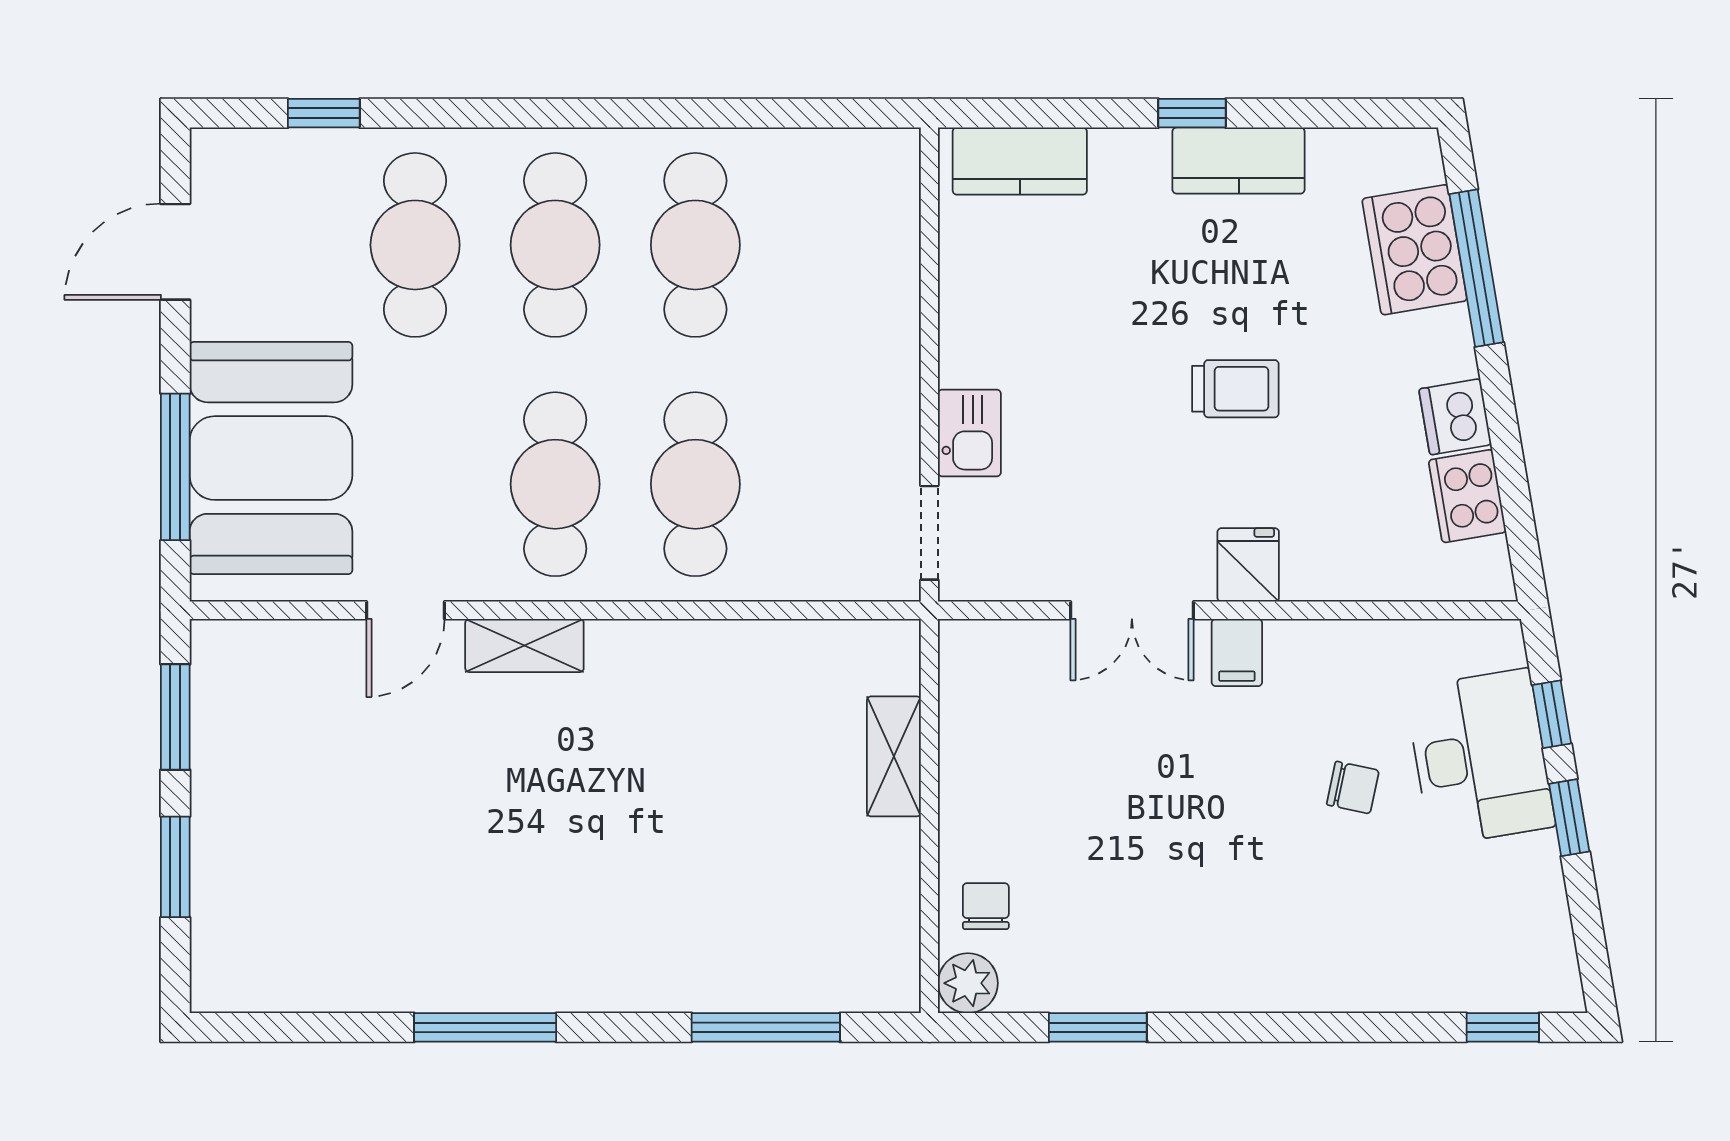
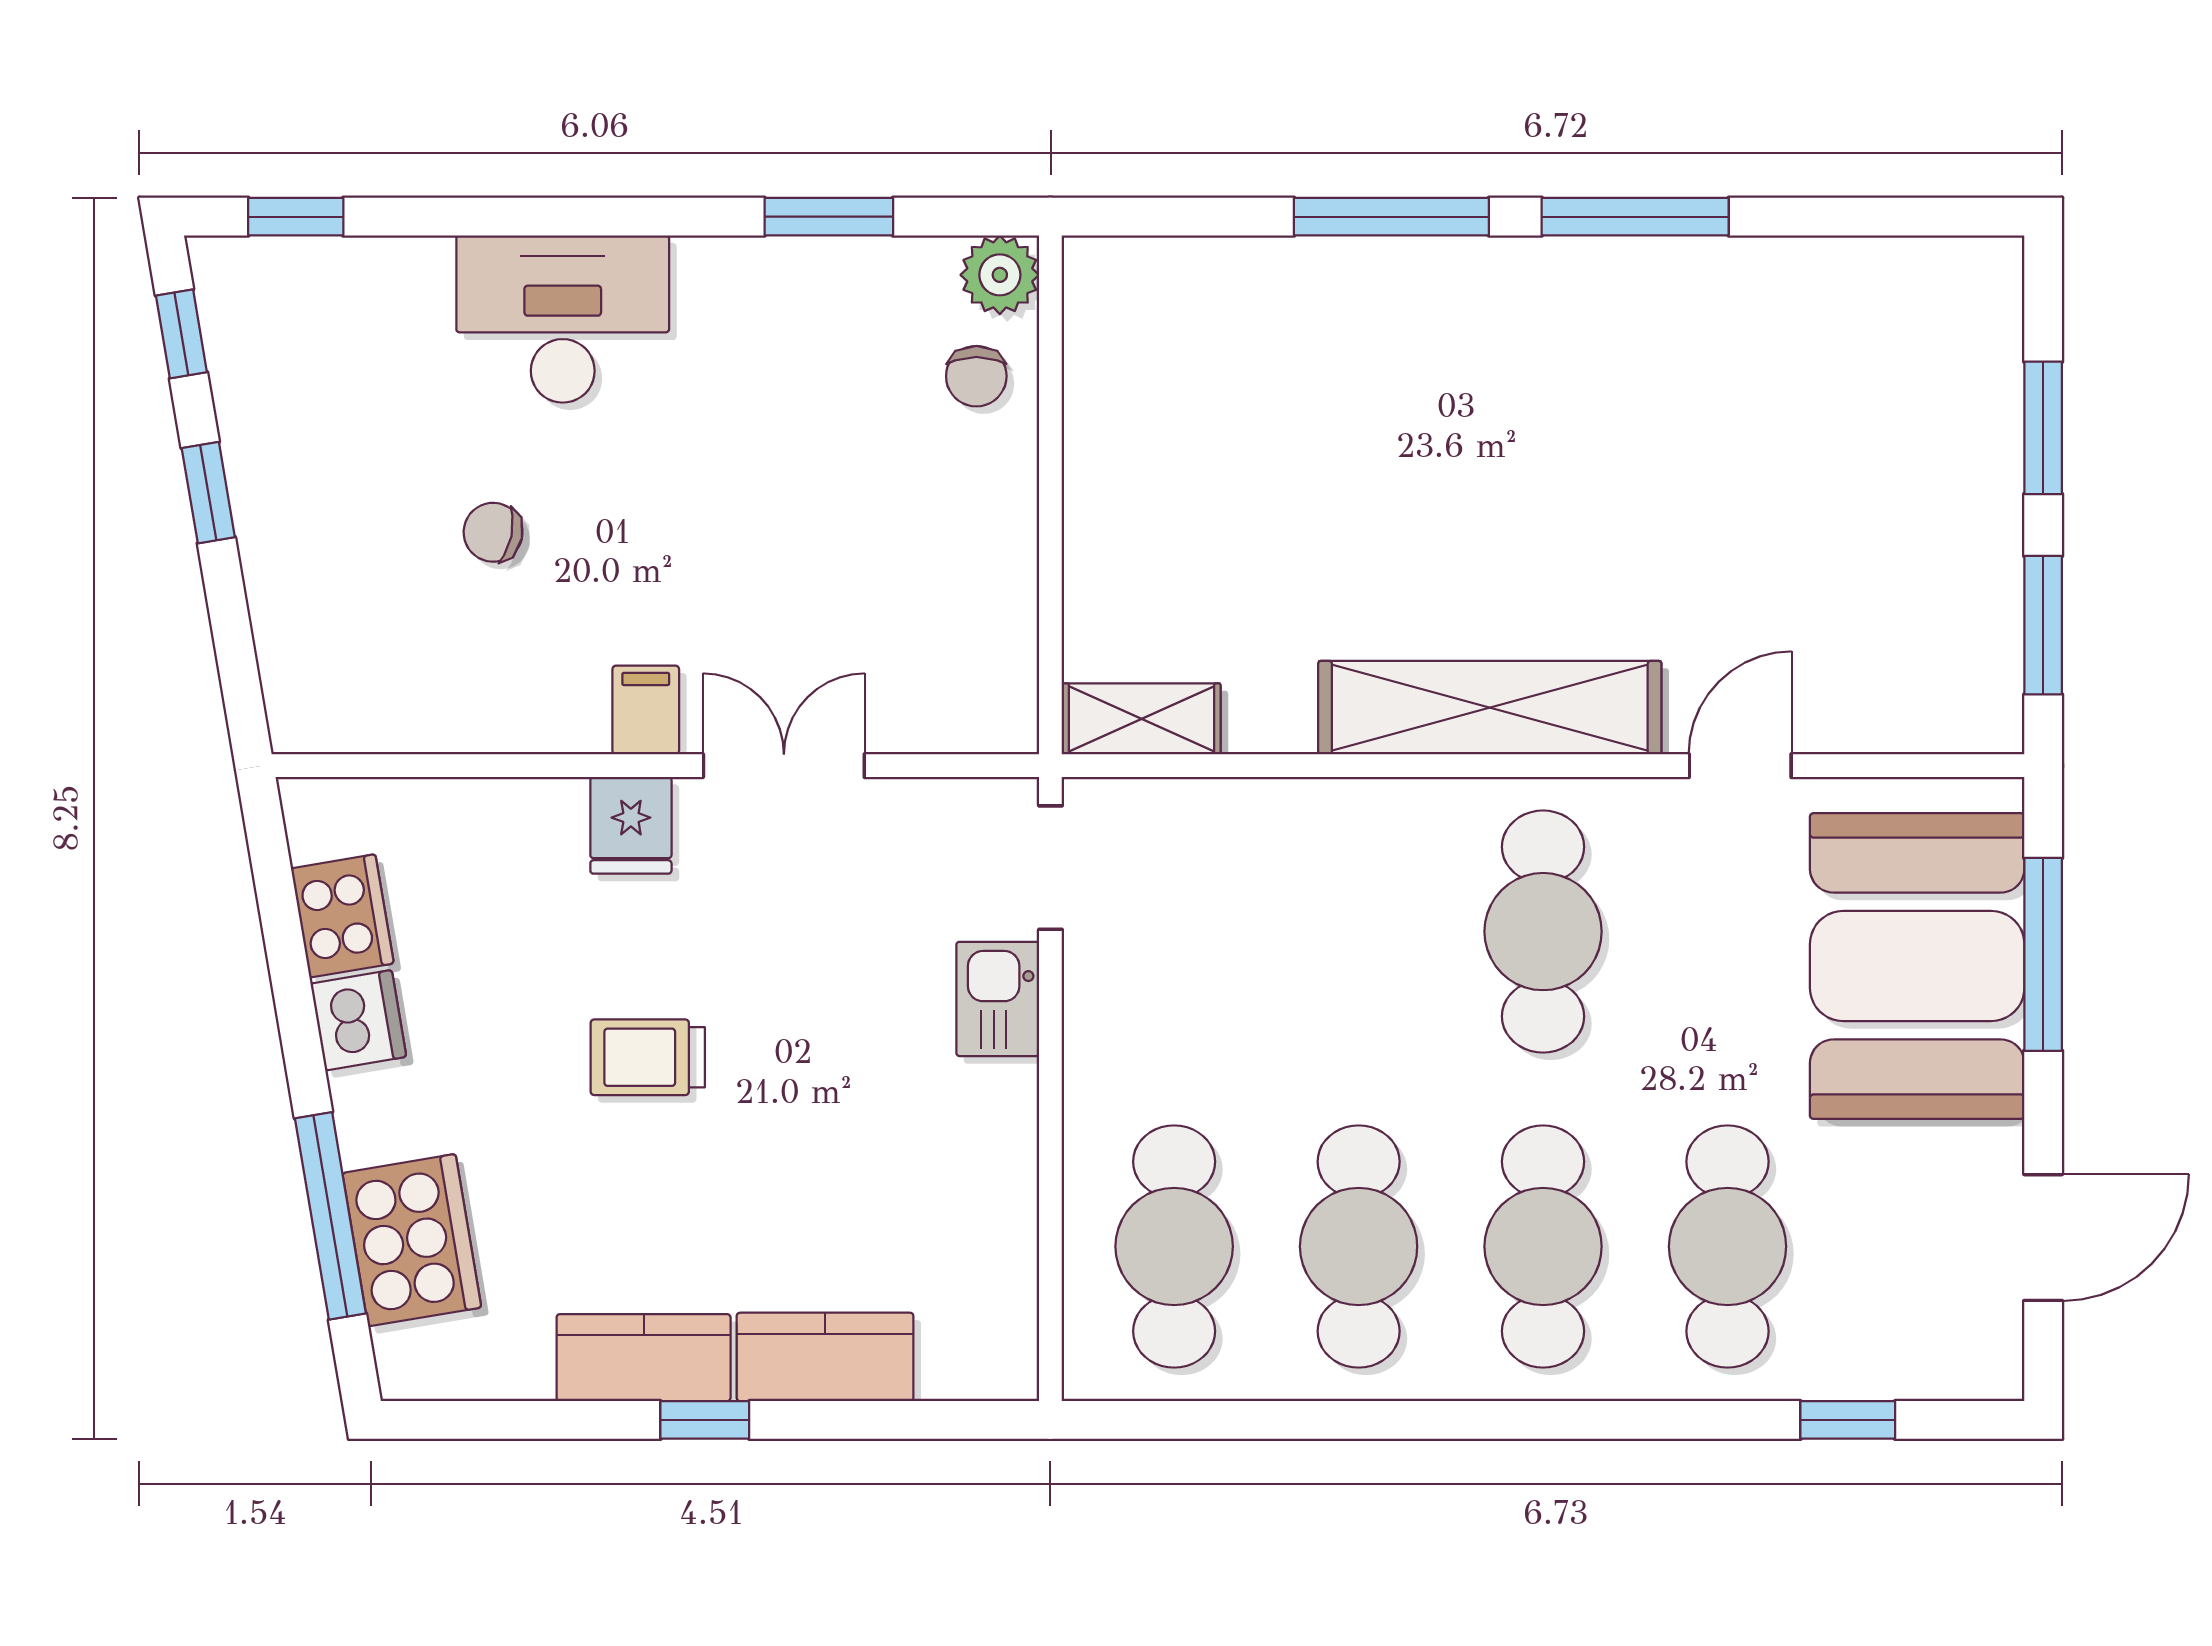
kitchen counter: (1020, 161) -> (825, 1357), moved
cafe table: (695, 484) -> (1174, 1246), moved
shelving: (524, 645) -> (1490, 708), width x2.20, depth x1.33
window: (1552, 714) -> (181, 334), moved
shelving: (894, 756) -> (1142, 719), moved, turned 90
desk: (1480, 757) -> (563, 319), moved, turned 100
window: (766, 1027) -> (1391, 217), moved

